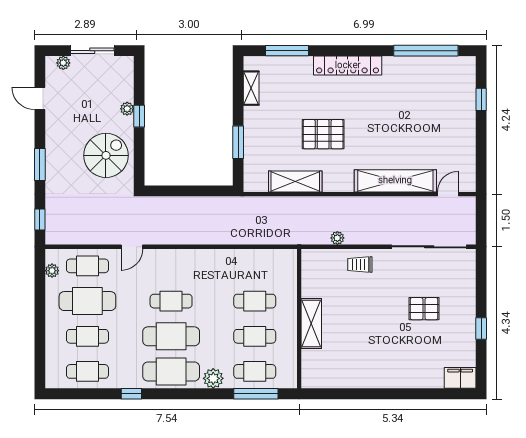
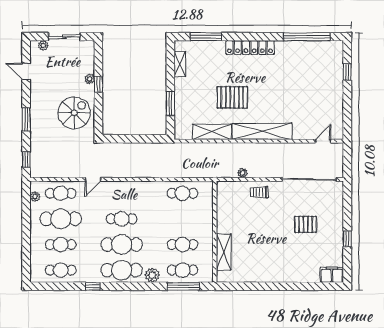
shelving: (395, 181) -> (262, 131), moved
cafe table: (255, 301) -> (182, 193), moved
shelving: (311, 324) -> (224, 252), moved

